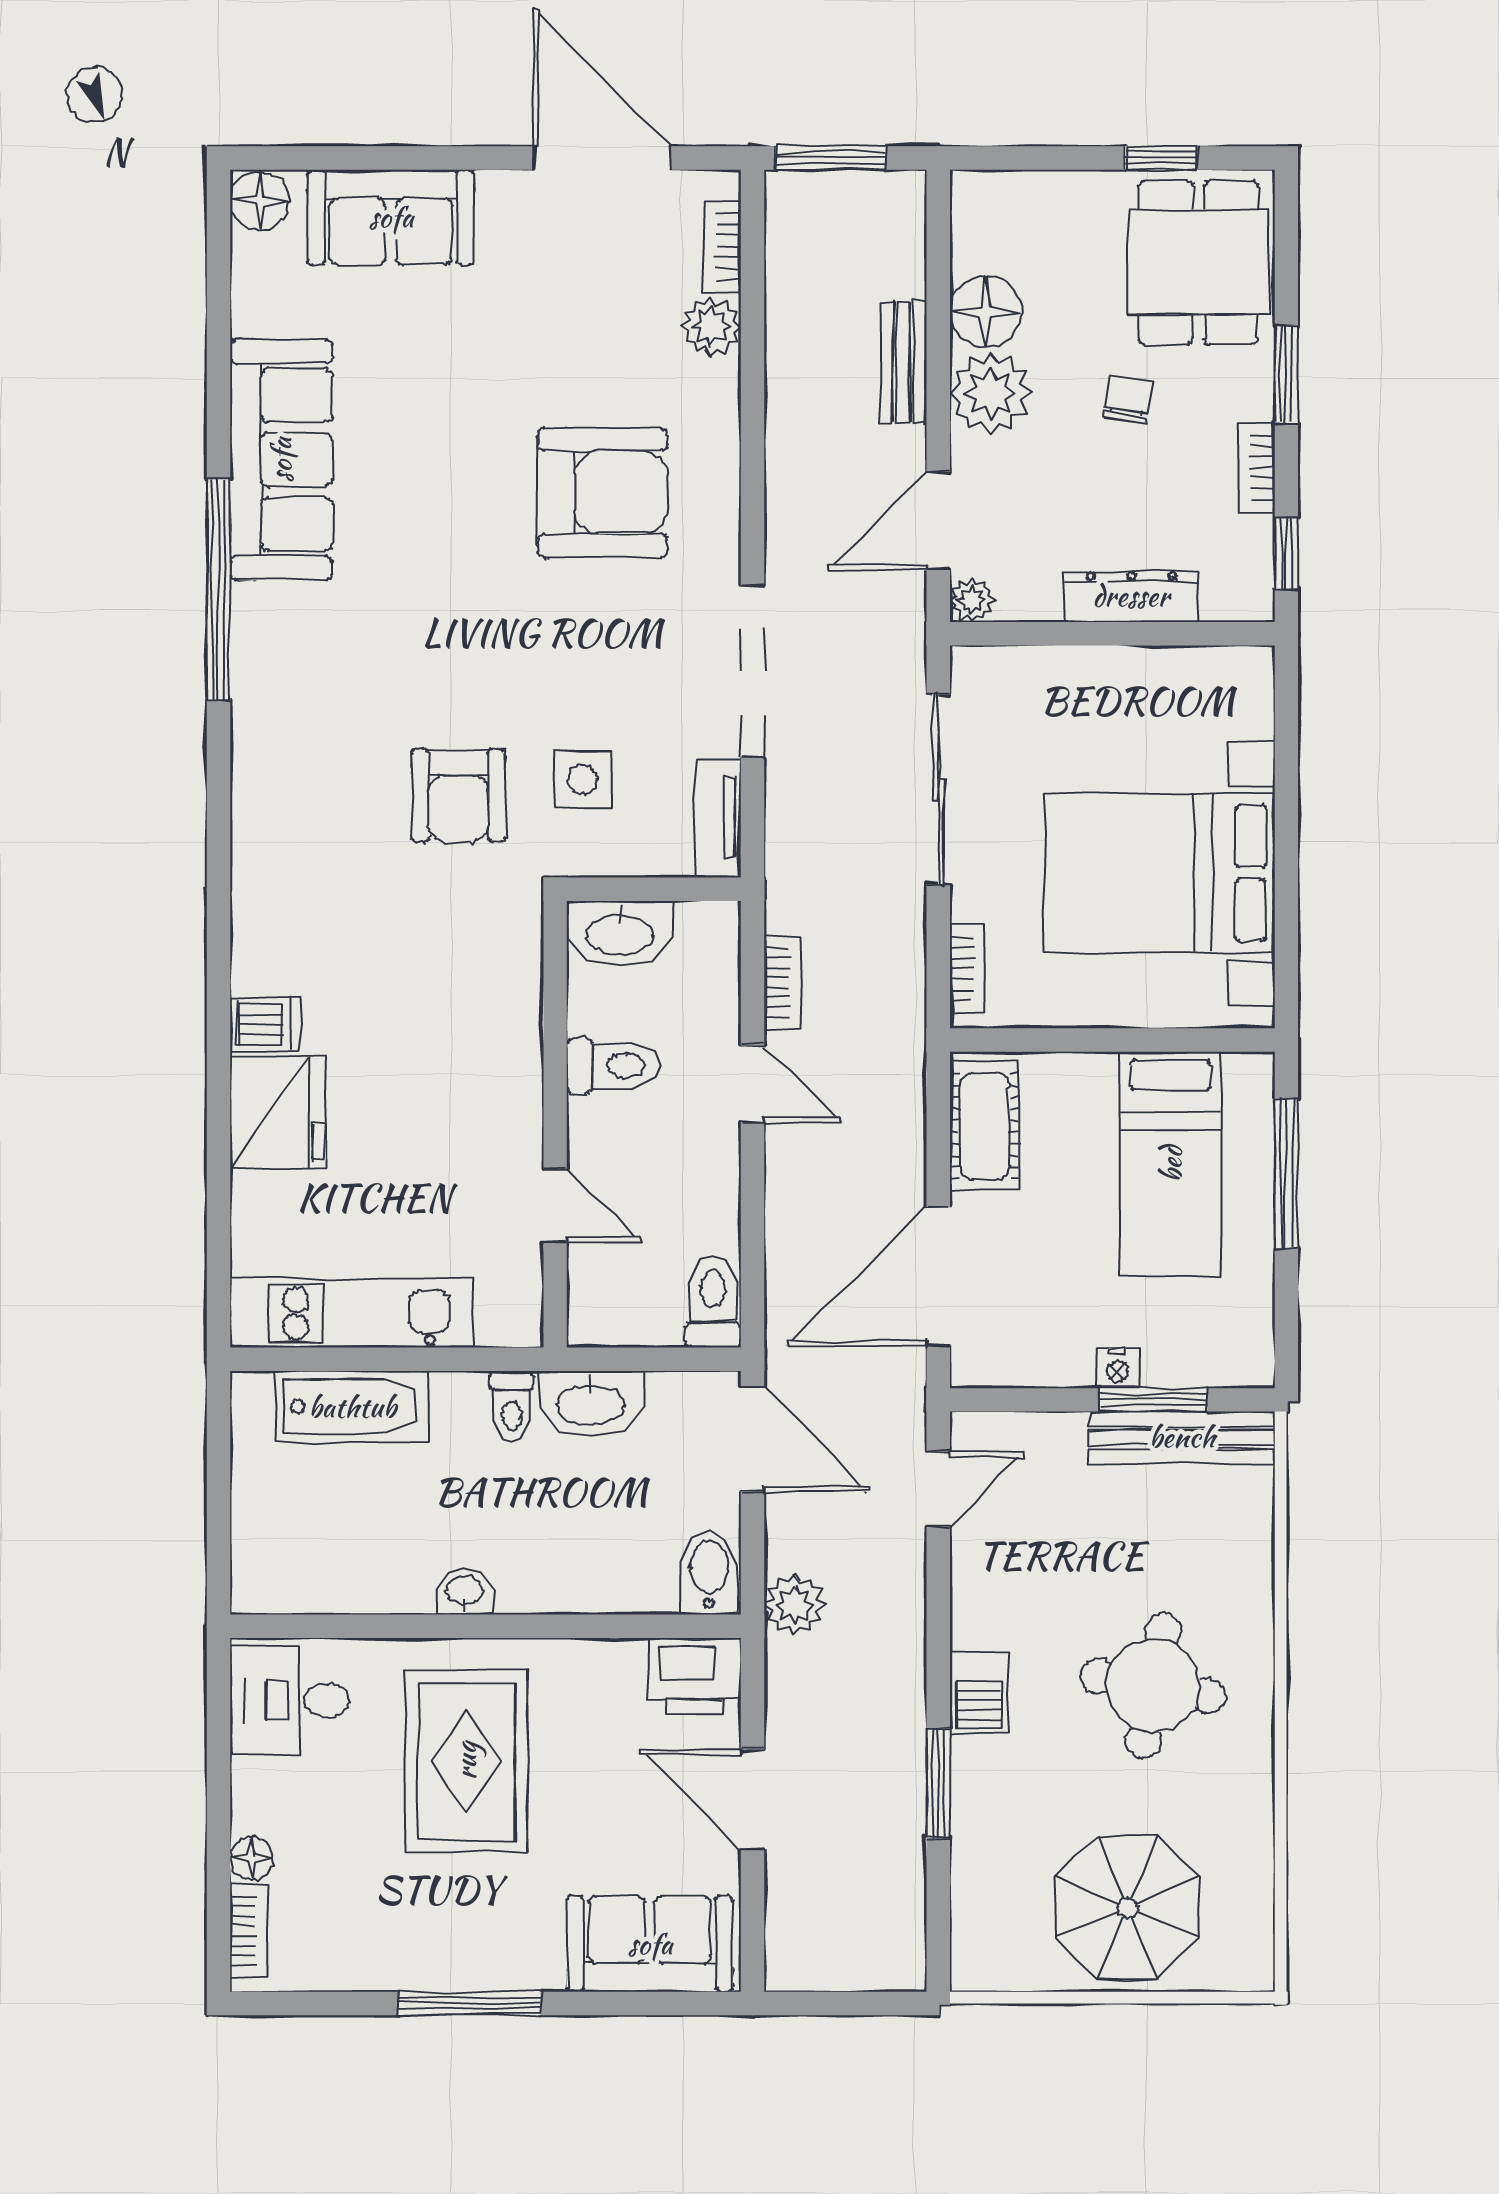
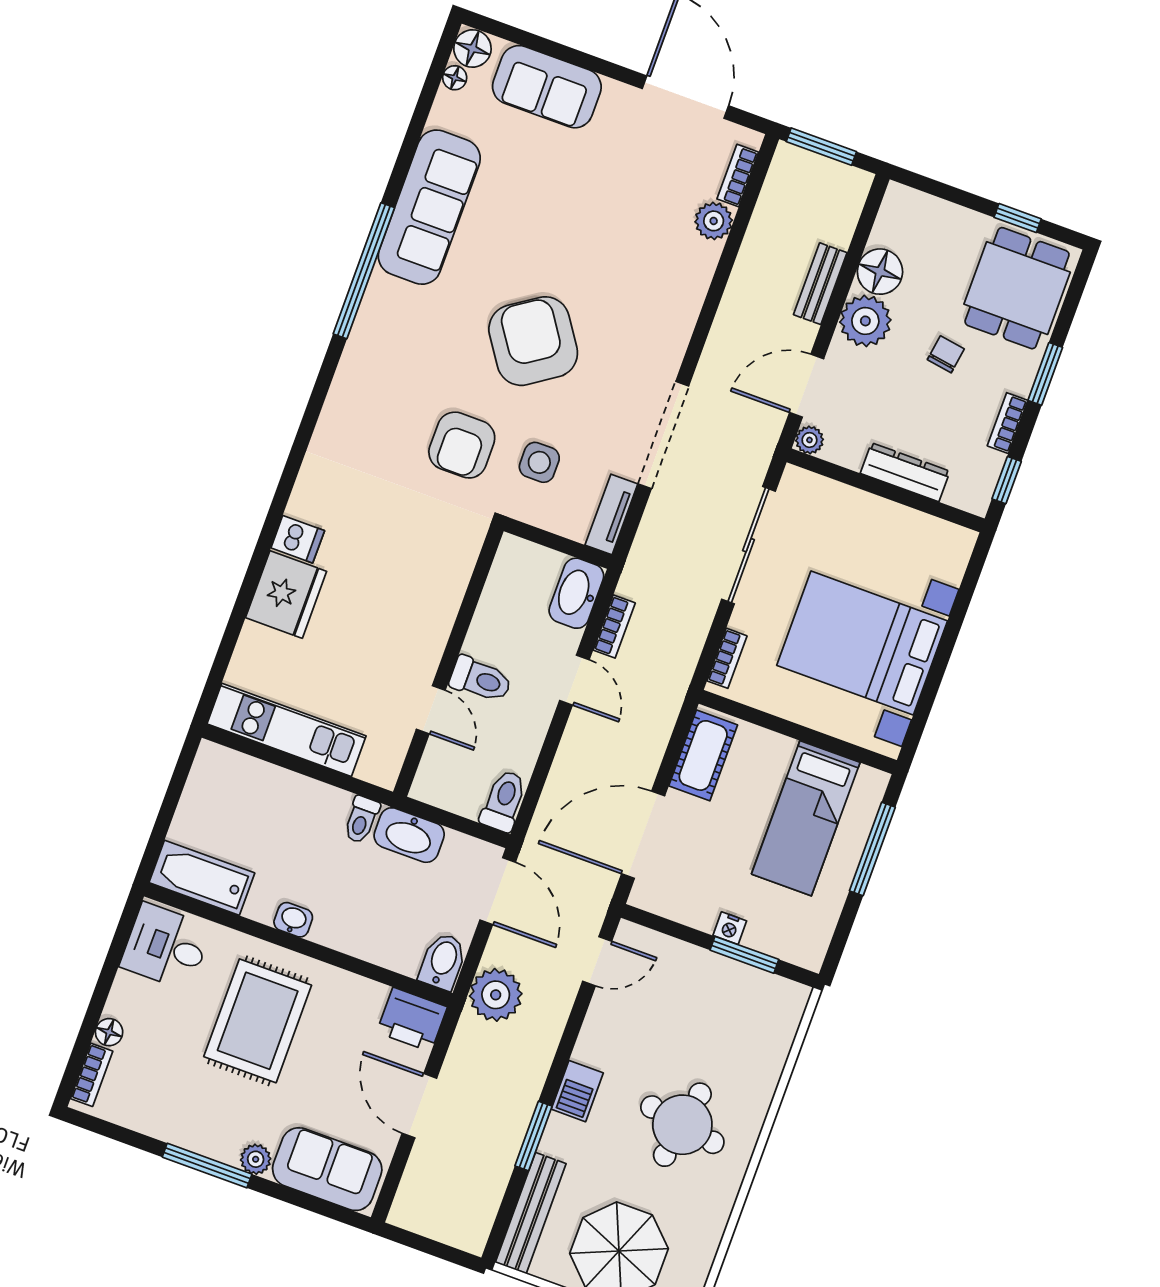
floor lamp: (249, 254) -> (455, 78), added
armchair: (603, 492) -> (533, 341), moved, turned -124
washbasin: (620, 933) -> (576, 593), moved, turned 90
toilet: (613, 1066) -> (481, 679), moved
bathtub: (352, 1407) -> (202, 878), moved, turned 180
bench: (1182, 1437) -> (531, 1213), moved, turned 90
plant: (795, 1605) -> (496, 995), width x1.36, depth x1.36
plant: (538, 1968) -> (256, 1159), added

